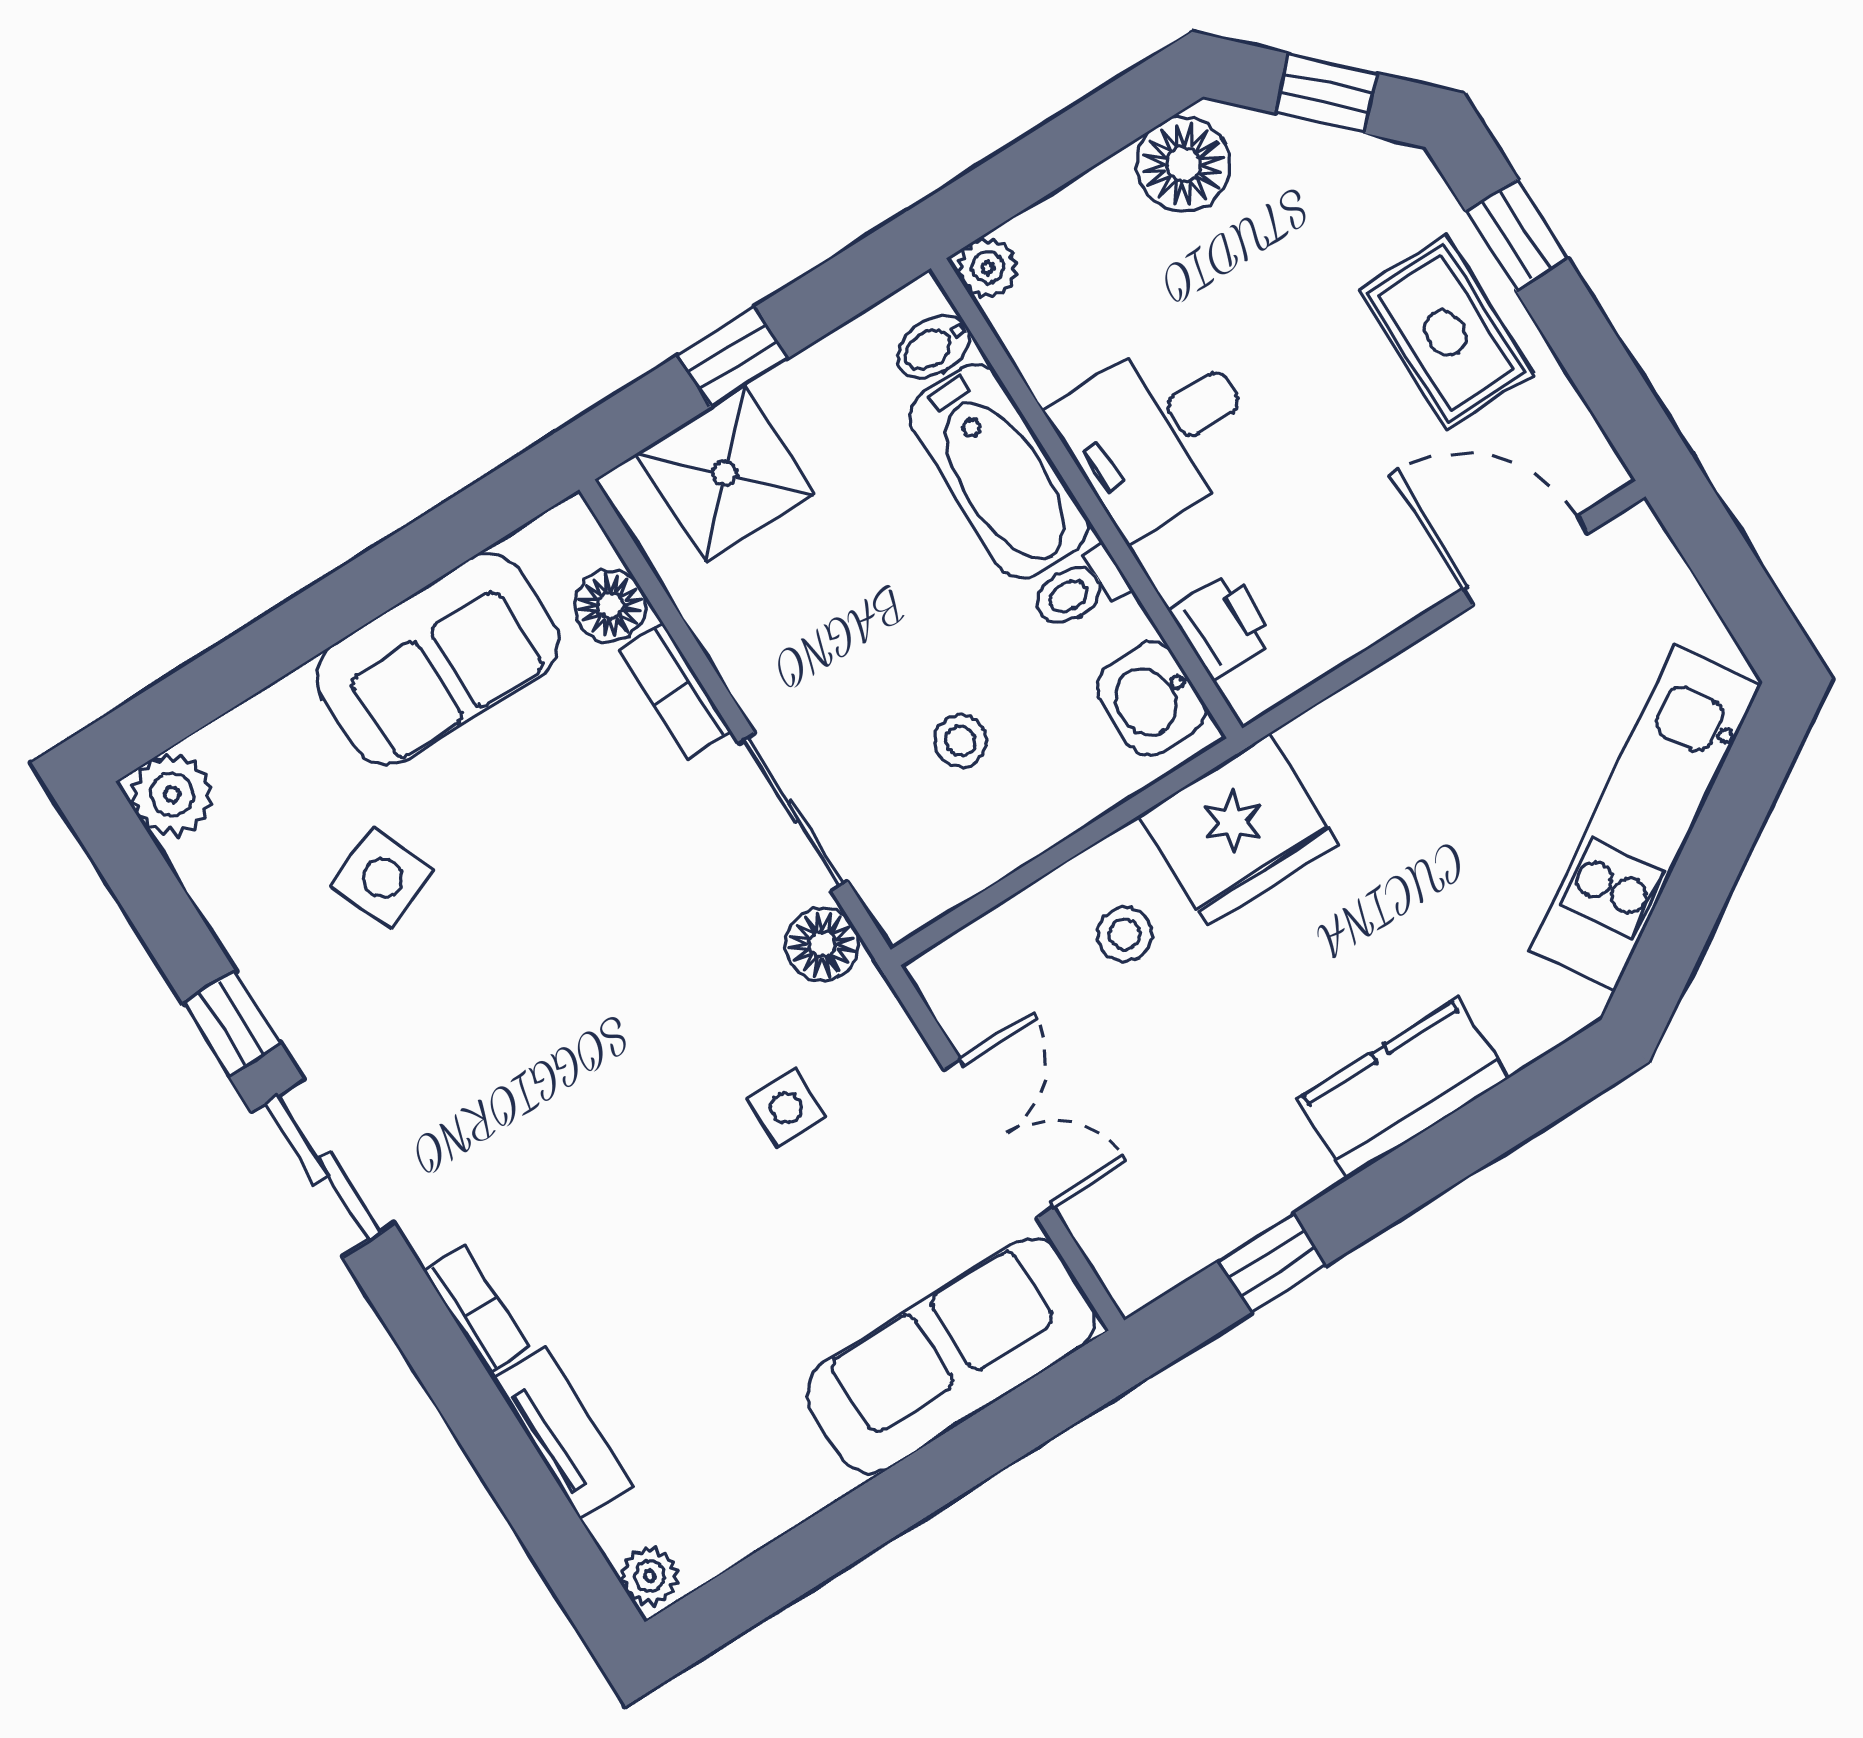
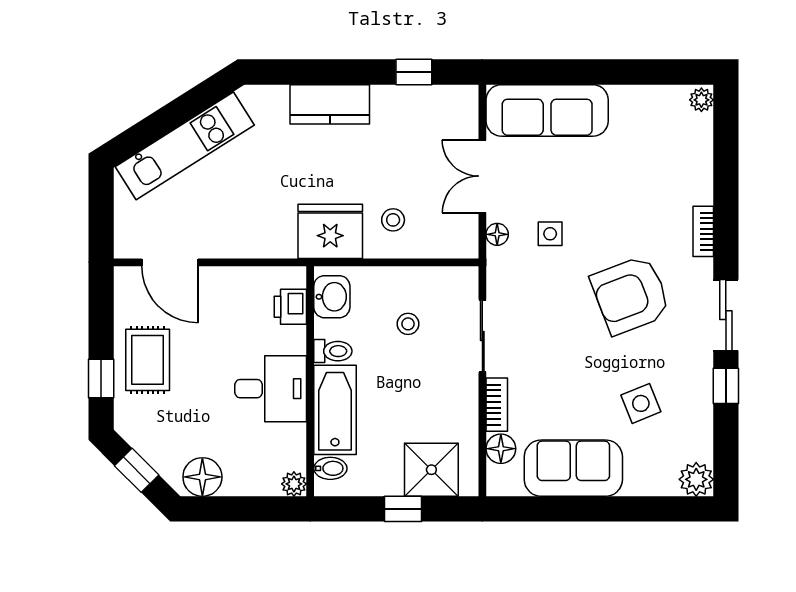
floor lamp: (822, 944) -> (497, 234), moved, width x0.73, depth x0.73
armchair: (543, 1087) -> (631, 295), added
tv unit: (562, 1432) -> (700, 170), removed

